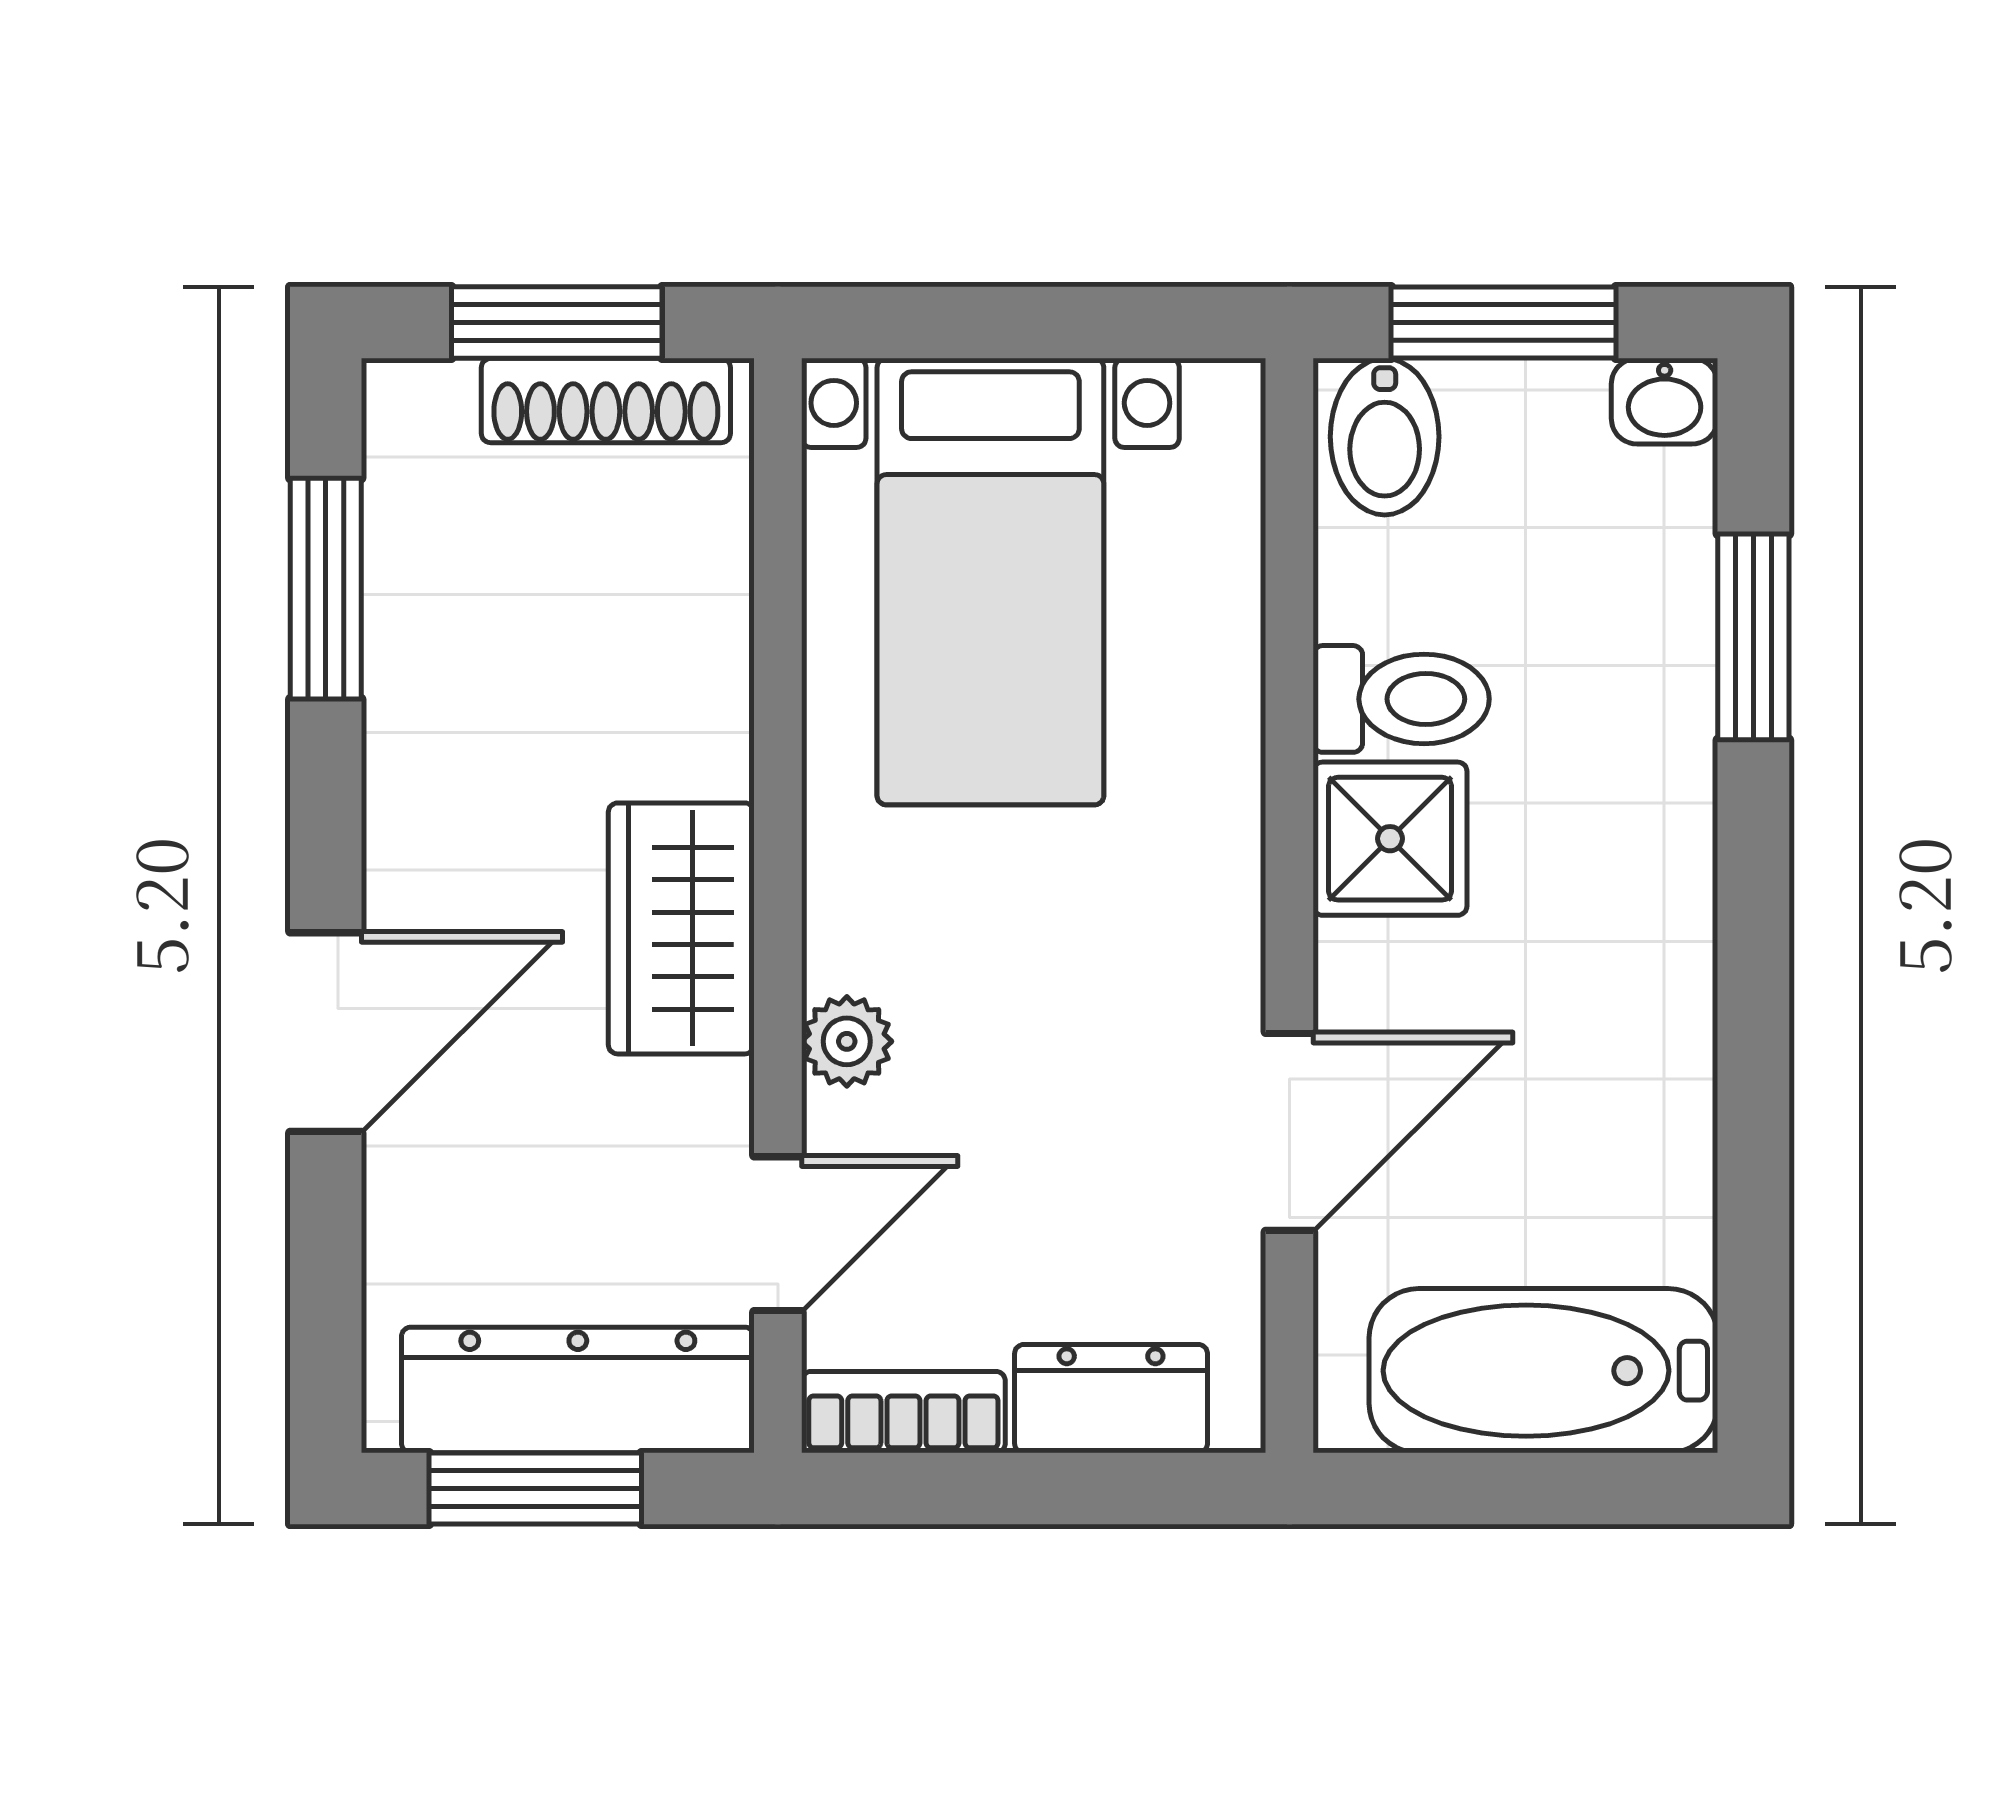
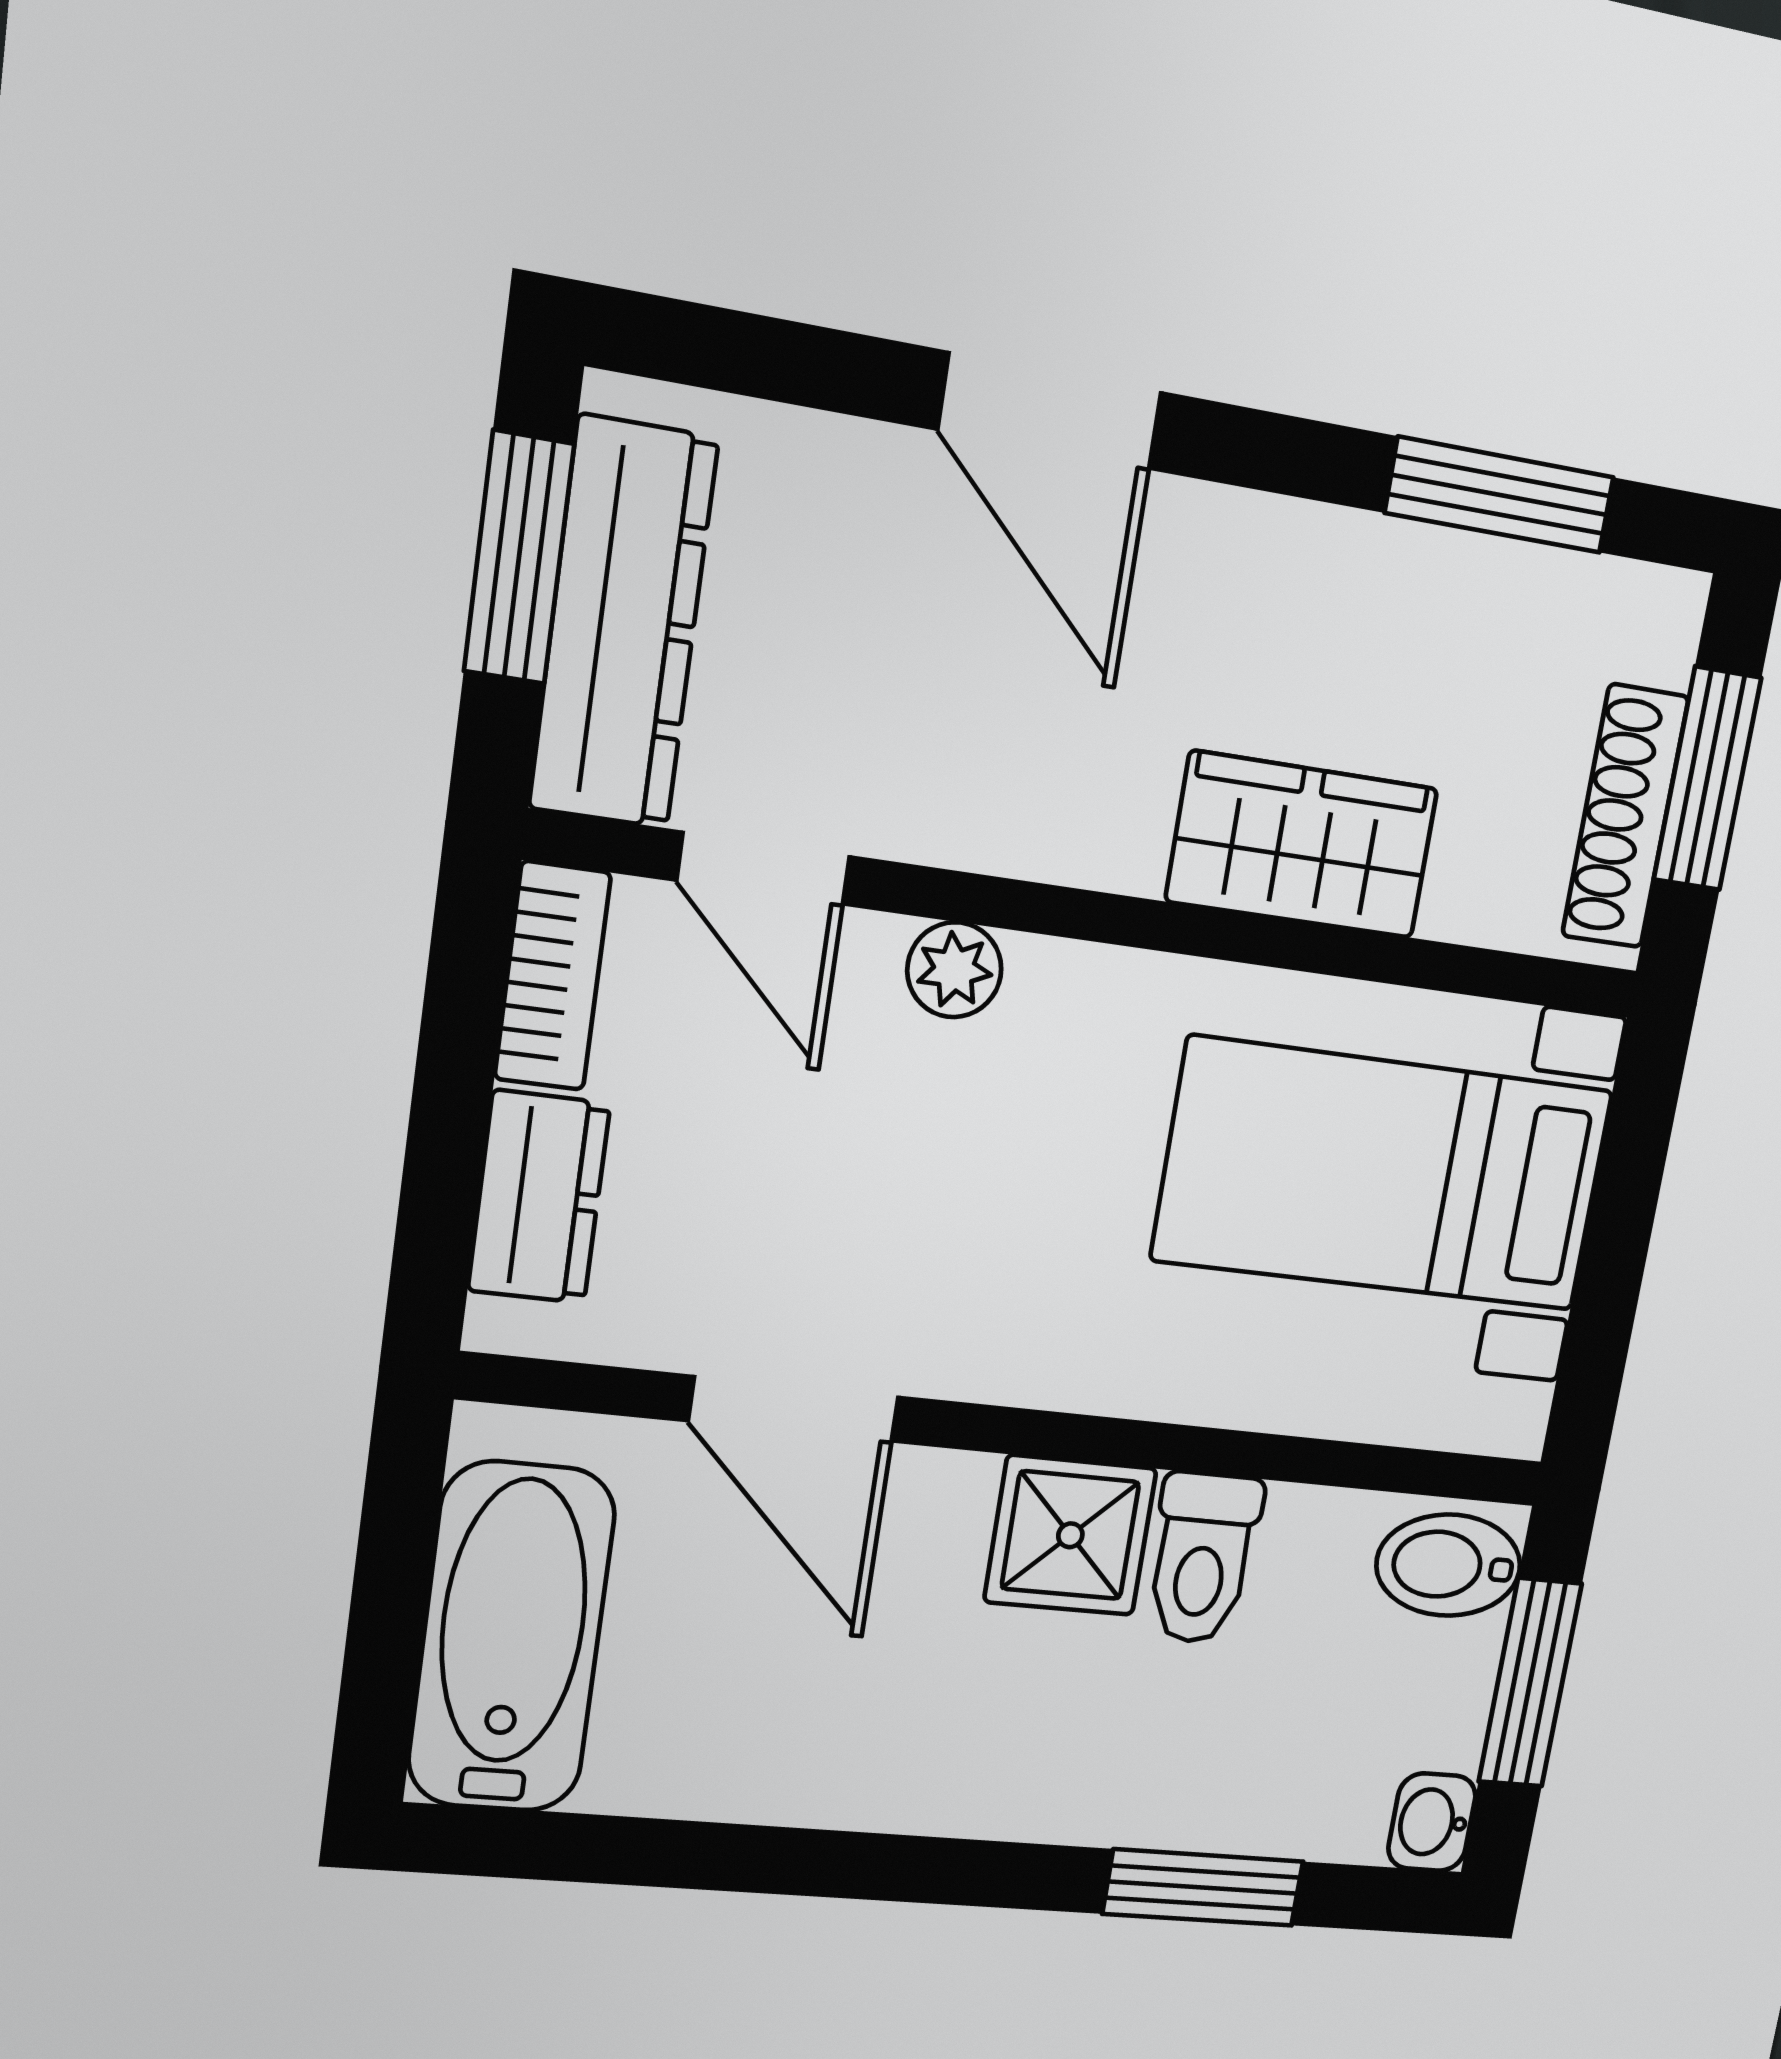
wardrobe: (681, 928) -> (1302, 845), moved

